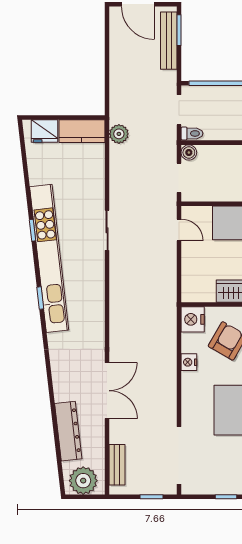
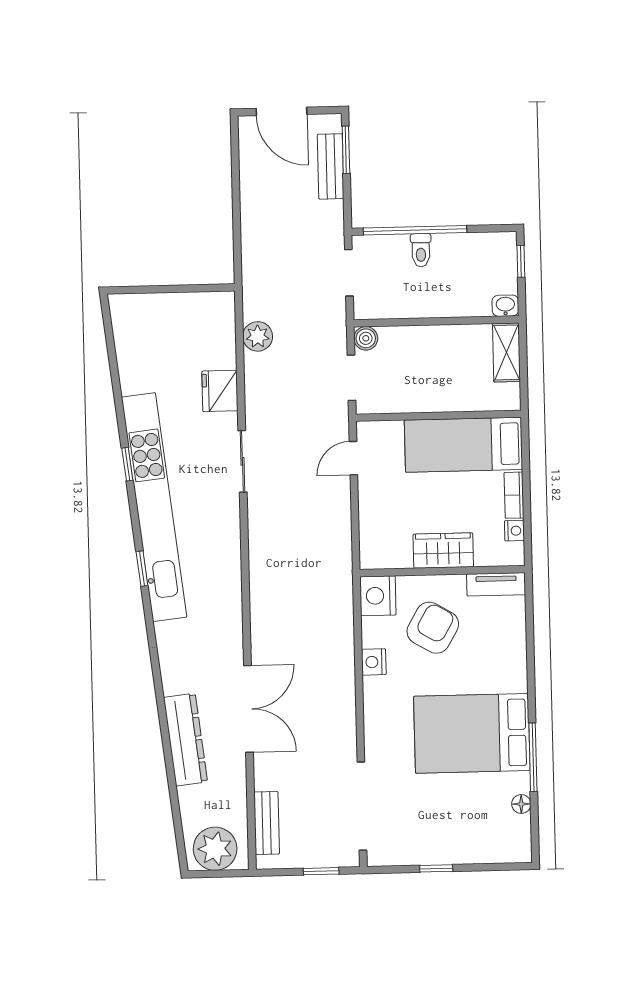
bench: (169, 41) -> (331, 166), width x0.73
fridge: (44, 131) -> (220, 391), moved, turned 90
kitchen counter: (82, 131) -> (200, 309), removed
toilet: (192, 133) -> (421, 250), moved, turned 90
plant: (119, 134) -> (258, 336), moved
door: (179, 230) -> (353, 458), swing flipped
dresser: (68, 431) -> (185, 740), moved

